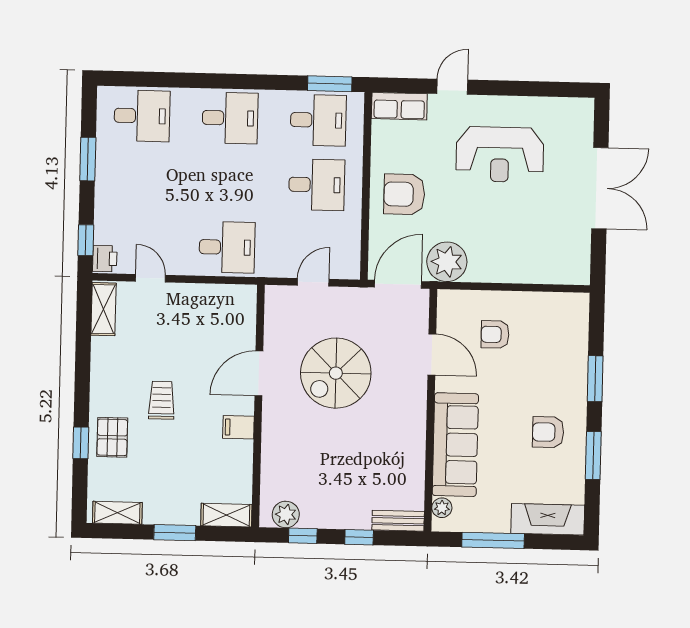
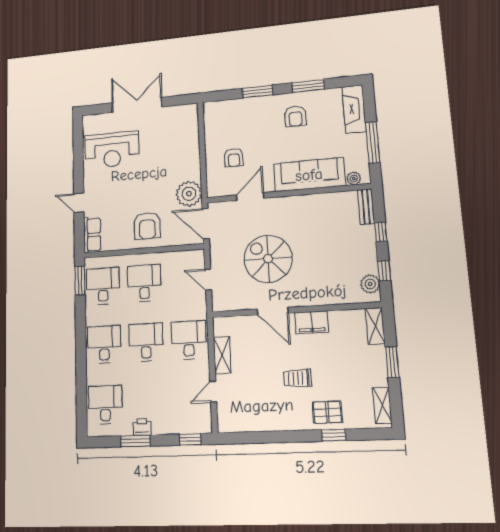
reception desk: (500, 154) -> (112, 150), moved, turned 90
desk: (229, 183) -> (146, 342), added
printer: (105, 259) -> (142, 427), moved
shelving: (103, 309) -> (222, 355), moved, turned 90
spiral stairs: (336, 373) -> (268, 259), turned 180
filing cabinet: (238, 427) -> (312, 322), width x2.00

